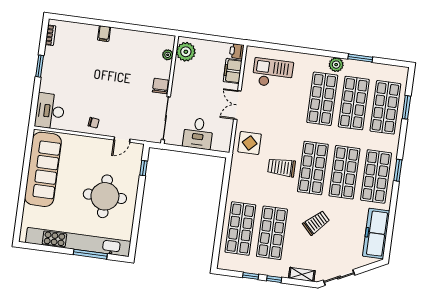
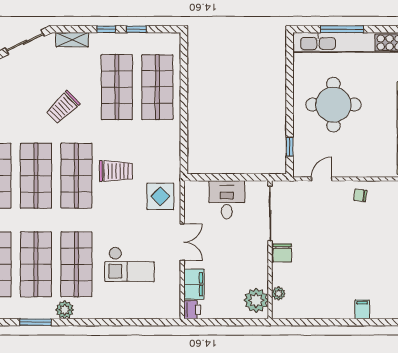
checkout: (273, 73) -> (129, 264), moved

